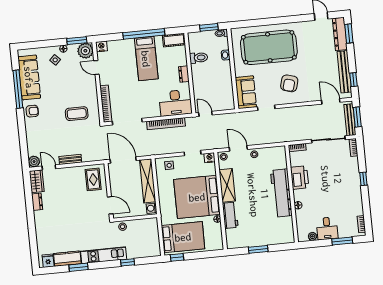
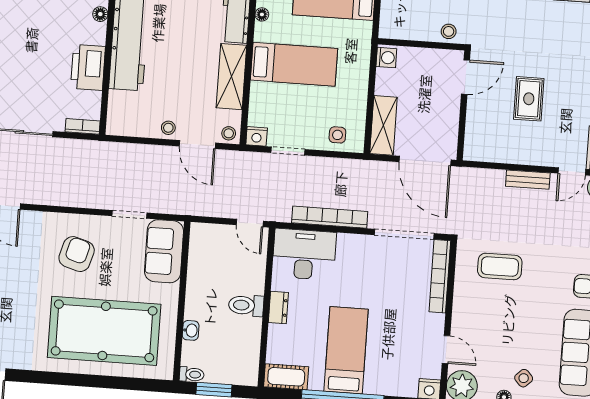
toilet: (199, 58) -> (246, 305), moved
door: (49, 167) -> (572, 171), hinge flipped
rug: (93, 179) -> (529, 99), moved
shelving: (148, 181) -> (383, 125), width x0.68
bed: (197, 197) -> (294, 64), width x0.49
door: (110, 205) -> (466, 77), swing flipped

